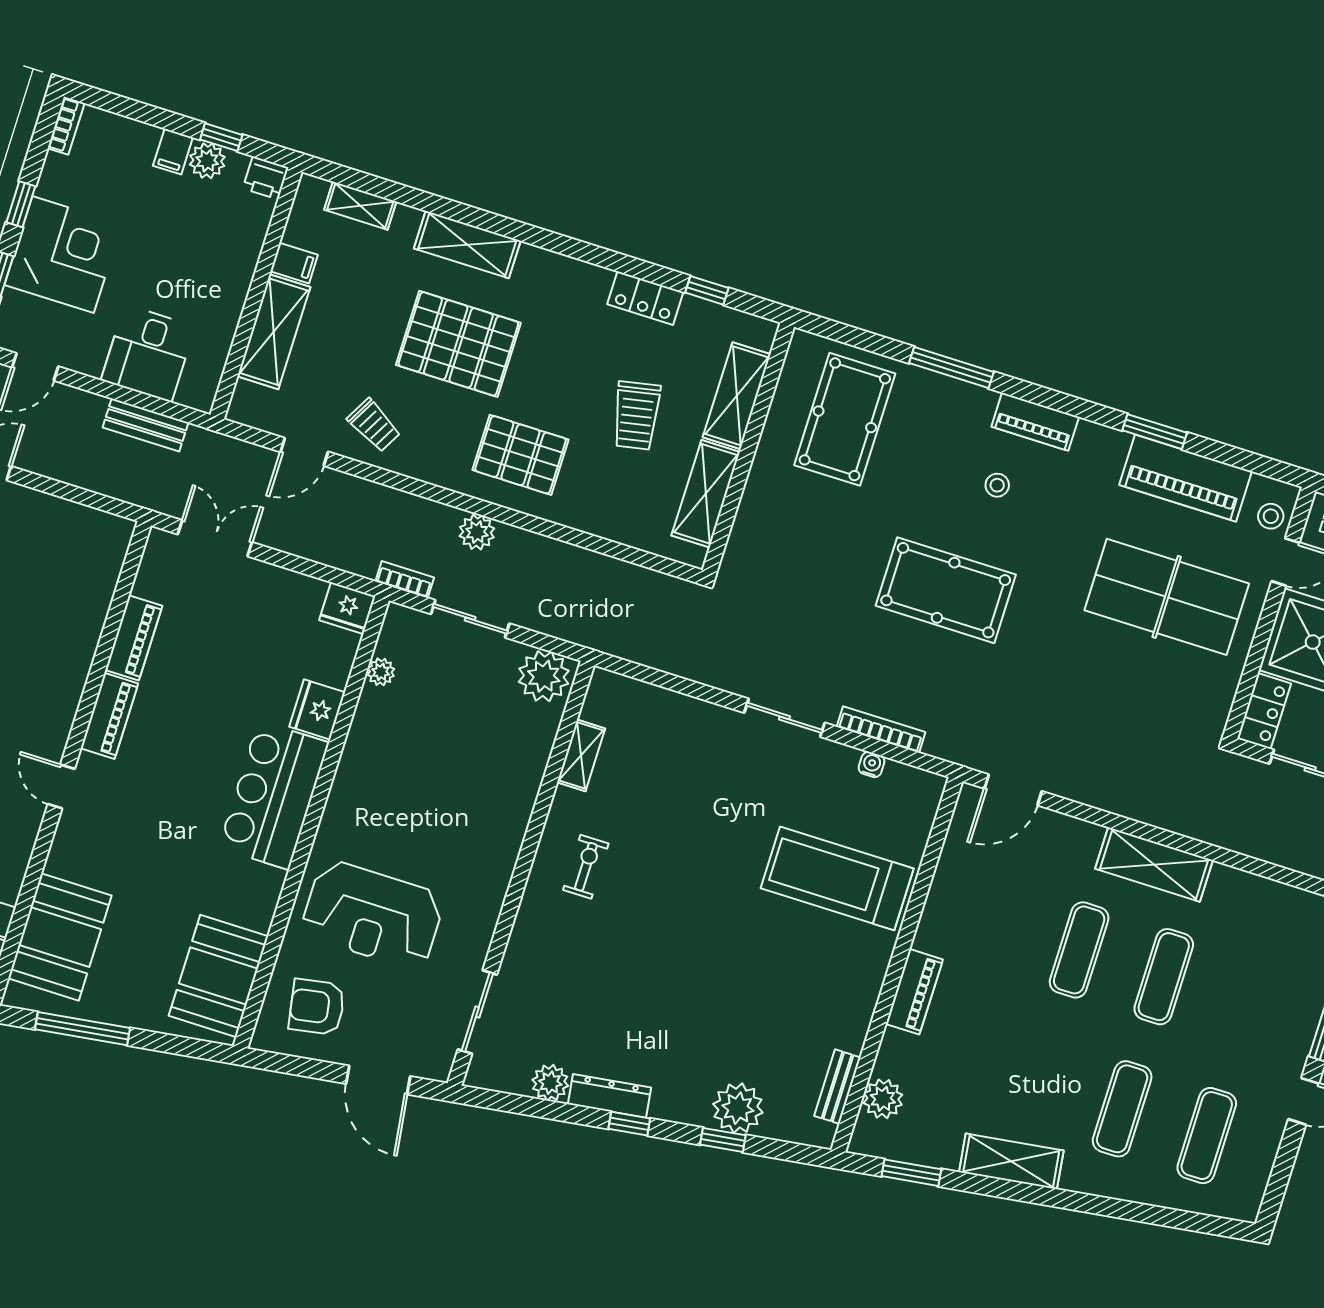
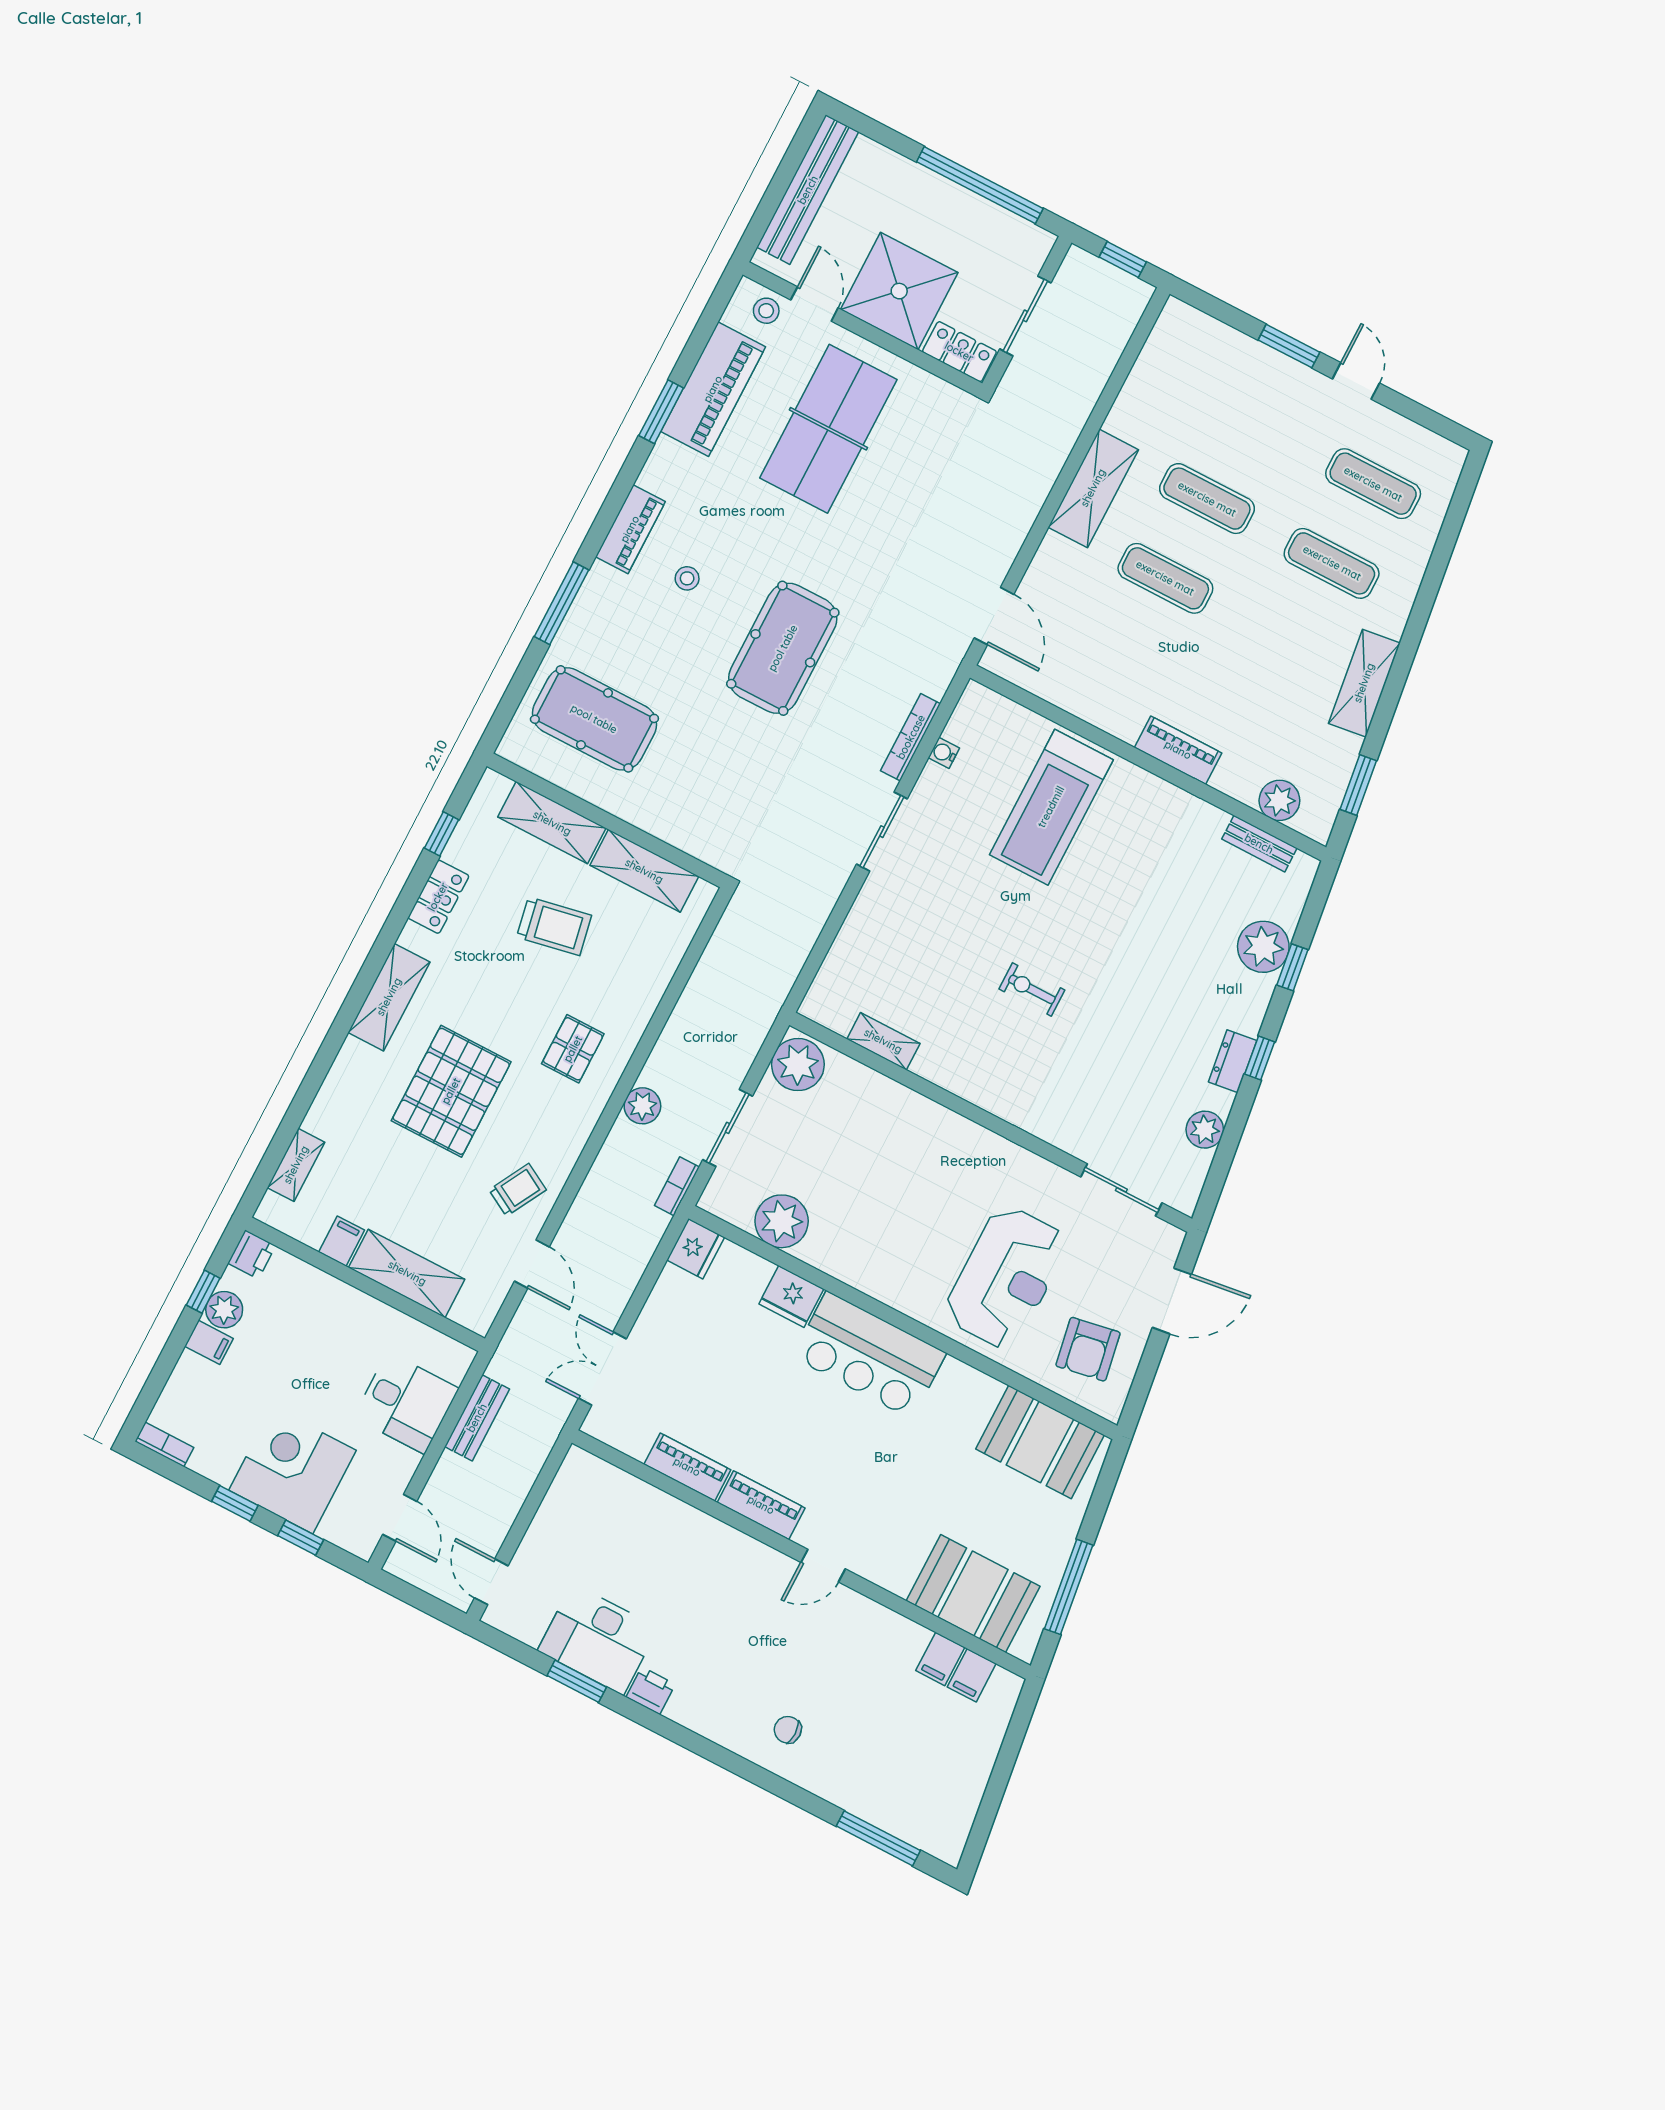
shelving: (467, 245) -> (389, 997), moved
pallet: (520, 455) -> (573, 1049), width x0.67, depth x0.71
plant: (381, 672) -> (782, 1221), width x1.88, depth x1.88
exercise bike: (586, 867) -> (1032, 989), moved
dresser: (610, 1096) -> (1233, 1061), width x0.70

